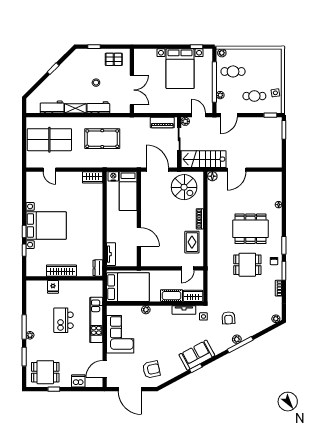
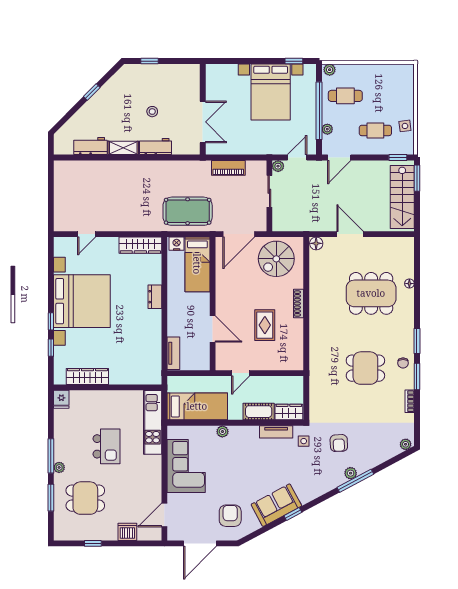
pallet: (114, 59) -> (177, 79), removed
door: (199, 115) -> (297, 158), hinge flipped
piano: (162, 123) -> (228, 168), moved
pool table: (102, 139) -> (188, 211), moved
table tennis table: (49, 140) -> (87, 192), removed
stairs: (204, 159) -> (402, 197), moved, turned -90
door: (49, 170) -> (87, 234), hinge flipped
door: (157, 170) -> (239, 234), swing flipped
door: (236, 170) -> (350, 234), swing flipped
wardrobe: (93, 177) -> (140, 245), width x1.50
spiral stairs: (184, 187) -> (276, 259), turned 90
bed with nightstands: (46, 226) -> (82, 301), width x1.36
dining table: (250, 229) -> (371, 293), moved
rug: (192, 242) -> (265, 325), moved
dresser: (98, 268) -> (155, 297), moved
door: (188, 268) -> (241, 373), moved
wardrobe: (61, 271) -> (87, 376), moved
fridge: (53, 287) -> (61, 399), moved
bed: (128, 287) -> (197, 406), width x0.67
kitchen island: (64, 320) -> (107, 446), turned 180
kitchen unit: (96, 320) -> (153, 422), moved
sofa: (197, 355) -> (276, 505), moved
armchair: (151, 369) -> (230, 516), turned -78
dining table: (45, 372) -> (85, 498), moved
door: (130, 389) -> (200, 543), hinge flipped

